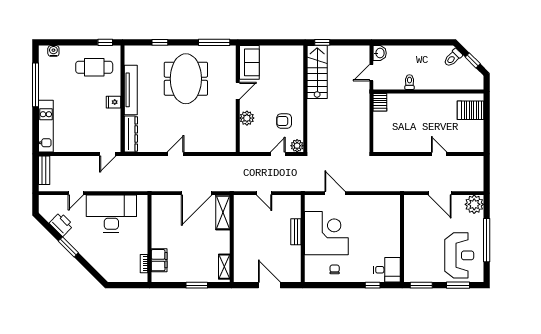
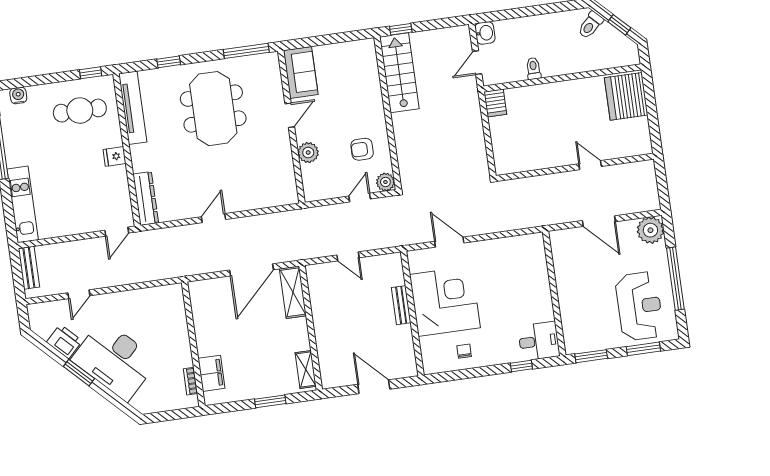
tv unit: (131, 90) -> (133, 108), moved
server rack: (470, 110) -> (626, 96), width x1.60
desk: (111, 214) -> (115, 360), moved, turned -135

